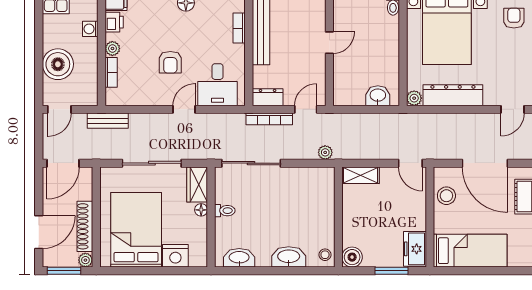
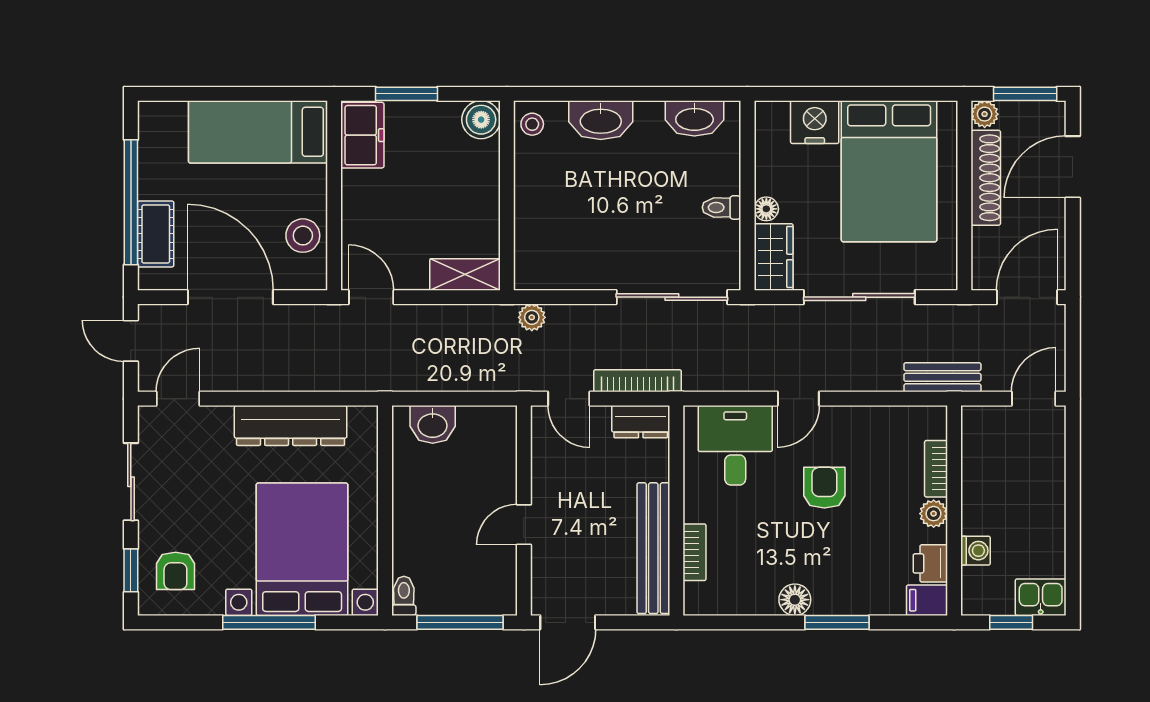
boiler: (58, 64) -> (1037, 484), removed
plant: (414, 98) -> (364, 420), removed
door: (306, 109) -> (569, 399), hinge flipped

